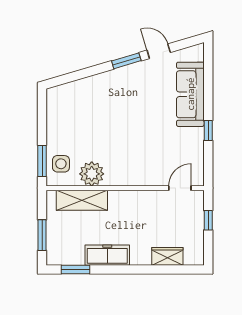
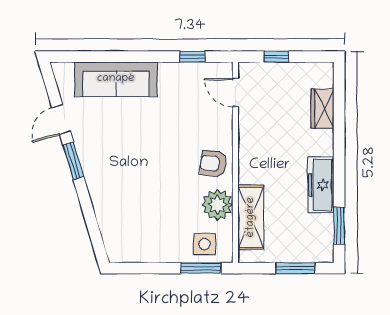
window: (208, 131) -> (192, 57), moved
armchair: (124, 171) -> (213, 163), added

